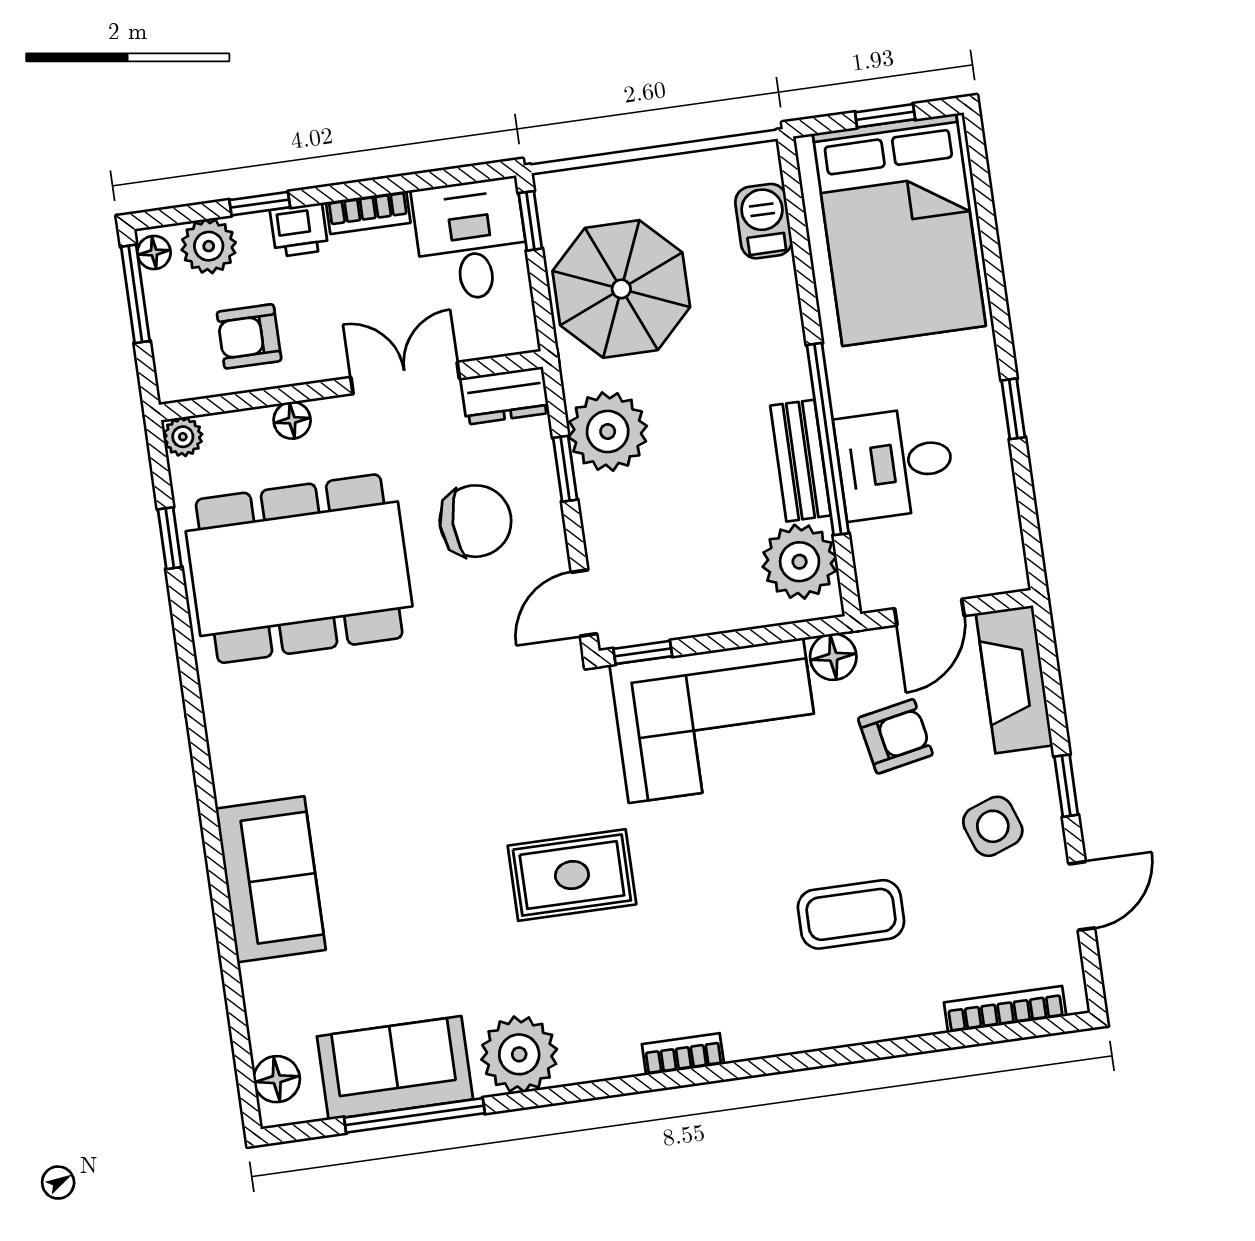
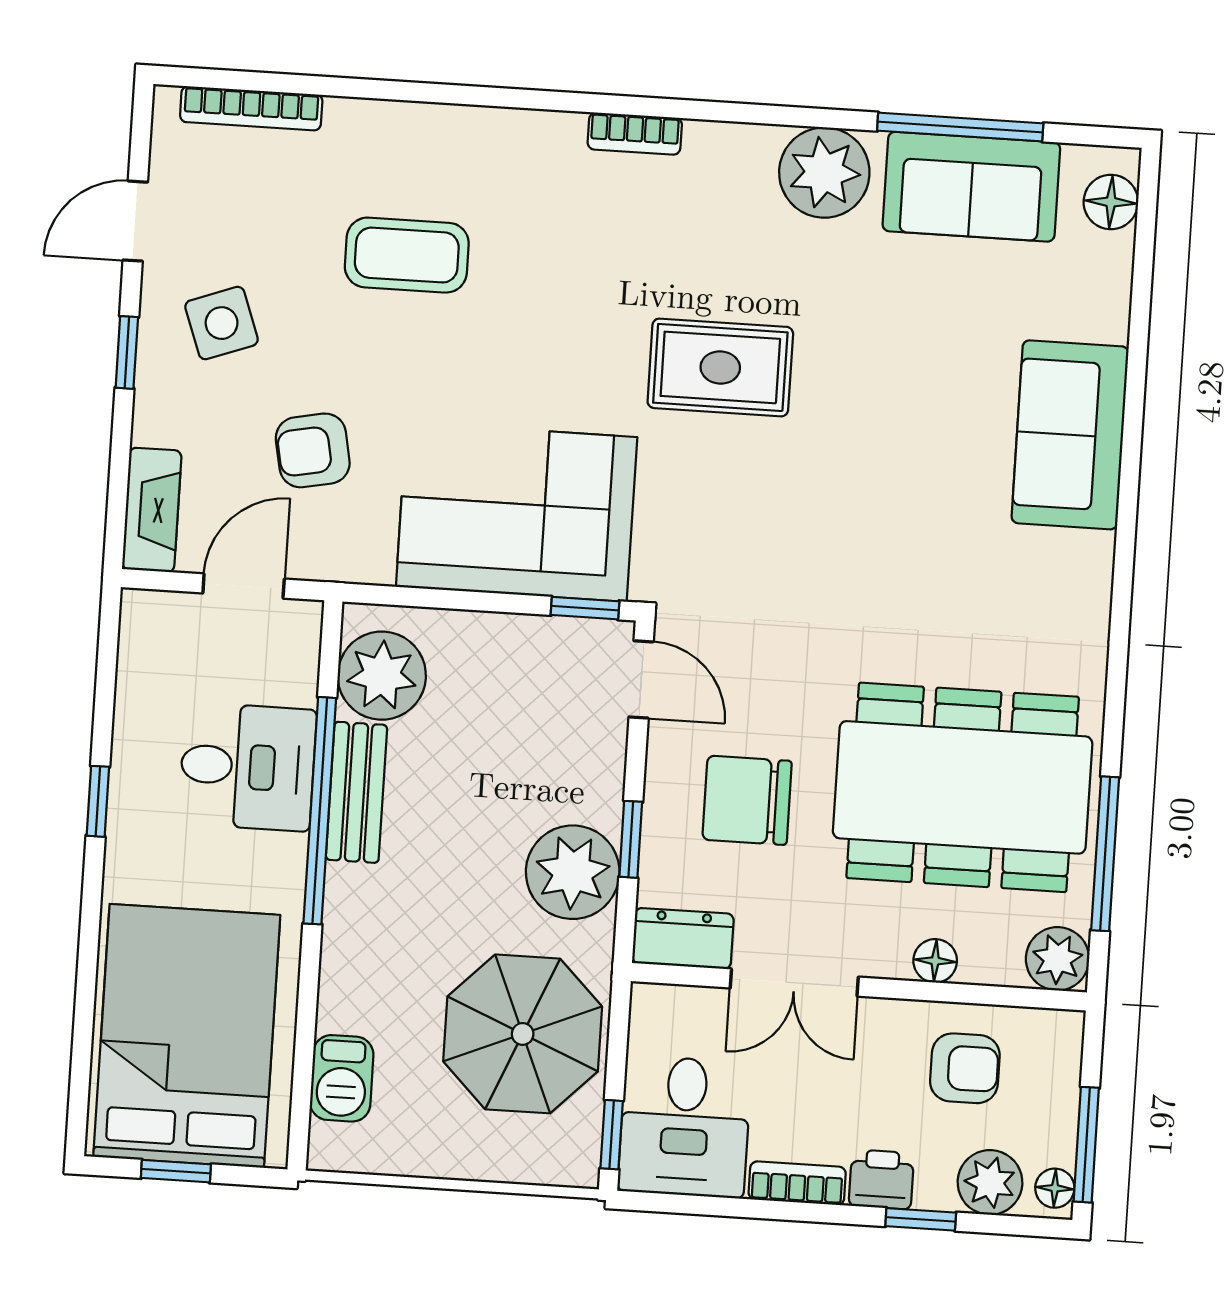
plant: (183, 437) -> (1057, 959), width x1.38, depth x1.38
window: (170, 538) -> (1105, 854), width x2.17
door: (584, 603) -> (641, 679), hinge flipped
floor lamp: (833, 657) -> (366, 557), removed
fireplace: (1014, 679) -> (152, 510), width x0.73, depth x0.76

